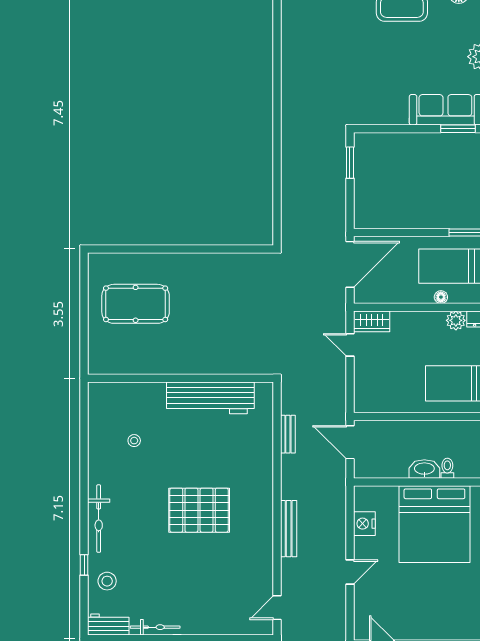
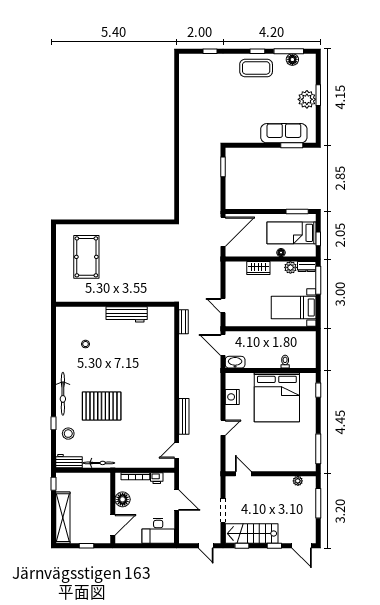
pool table: (136, 304) -> (86, 257), turned 90
wardrobe: (372, 321) -> (258, 268), moved
door: (350, 345) -> (223, 306), moved
workbench: (210, 398) -> (127, 314), width x0.73, depth x0.76
bench: (288, 434) -> (184, 322), moved
washbasin: (424, 469) -> (235, 362), moved
pallet: (199, 510) -> (102, 406), moved
bench: (289, 529) -> (184, 416), moved

